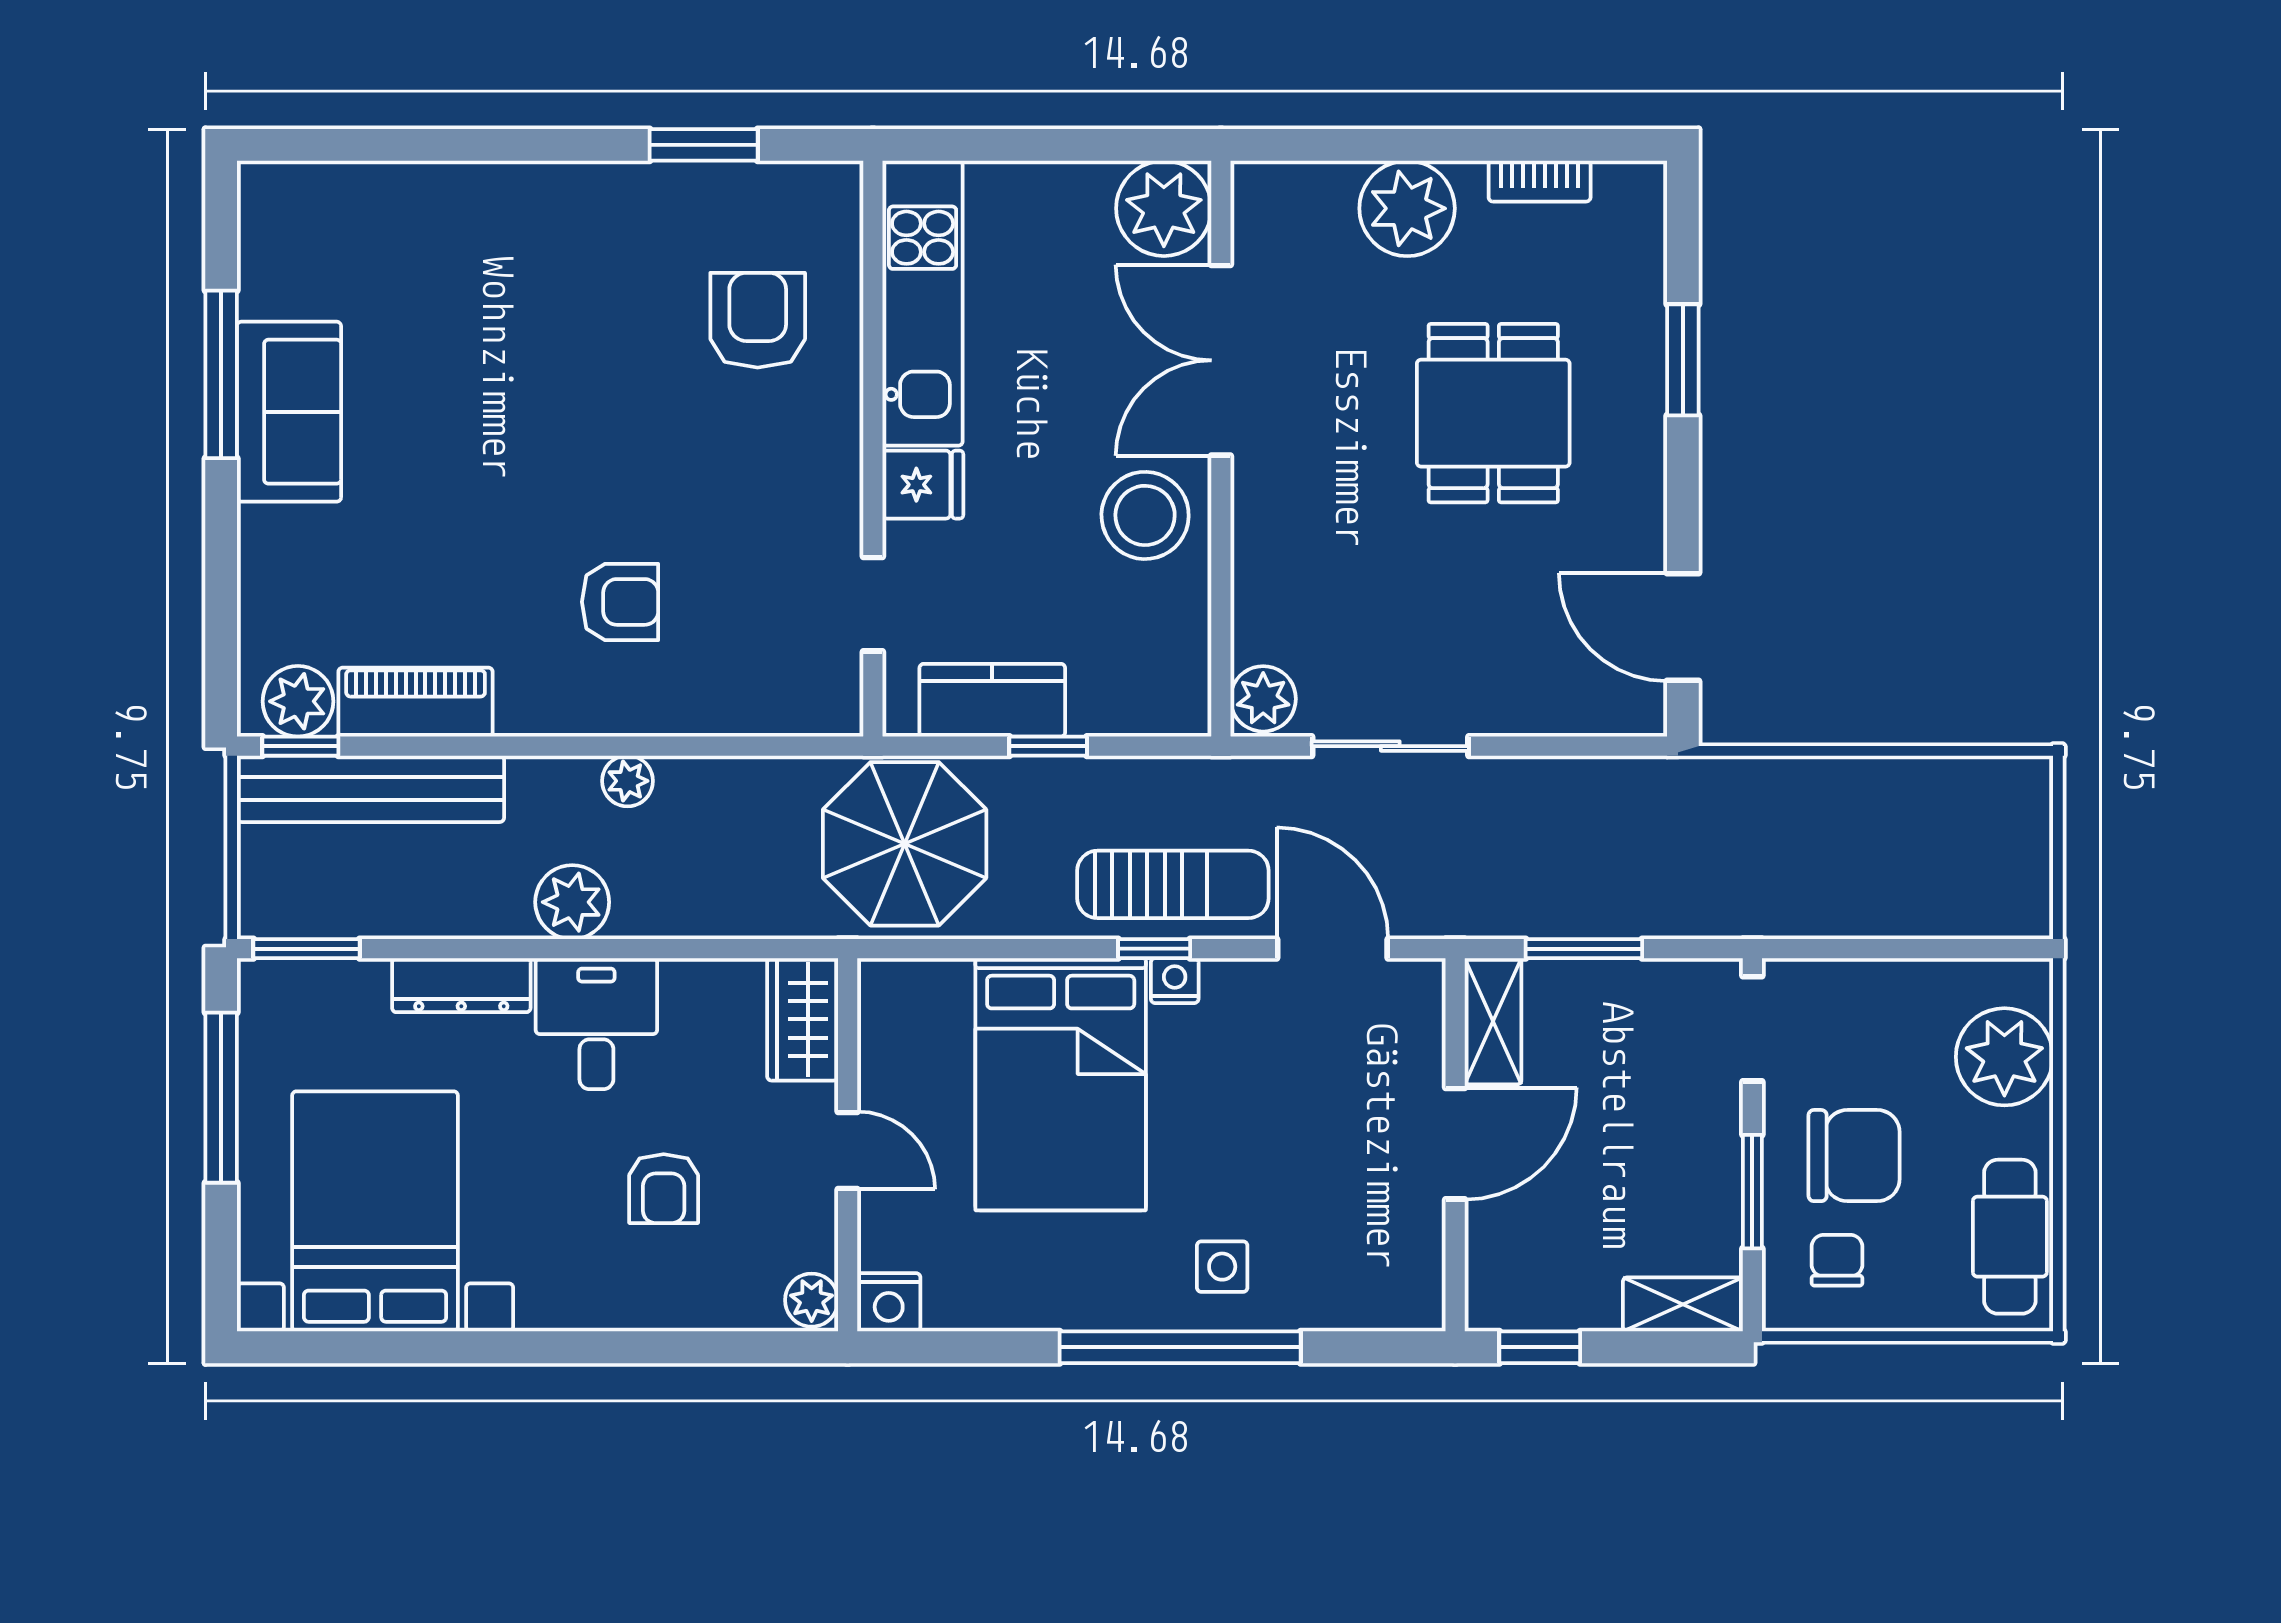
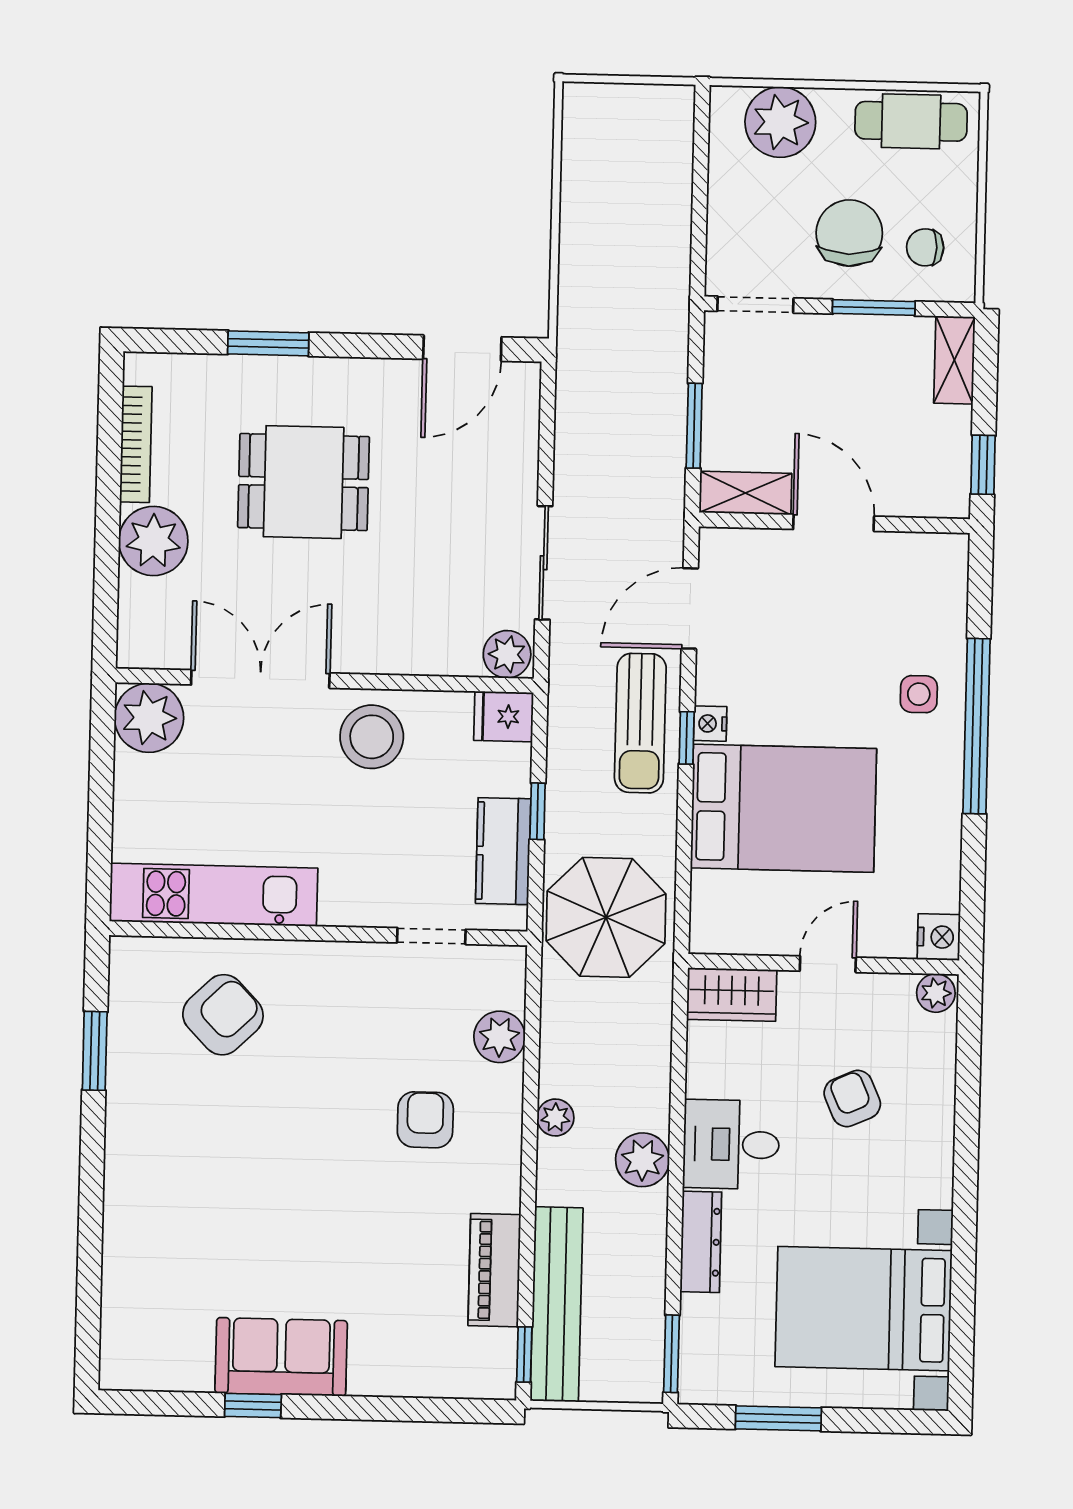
bookcase: (1540, 181) -> (136, 444), width x1.56
armchair: (758, 320) -> (223, 1015), turned 136
double door: (1221, 360) -> (260, 679), swing flipped
window: (221, 374) -> (253, 1406), width x0.46
fridge: (923, 485) -> (504, 716), moved, turned -90
plant: (298, 701) -> (499, 1037), moved
sun lounger: (1173, 884) -> (640, 723), turned 180
window: (221, 1098) -> (778, 1418), width x0.69
armchair: (664, 1189) -> (852, 1099), turned -114

